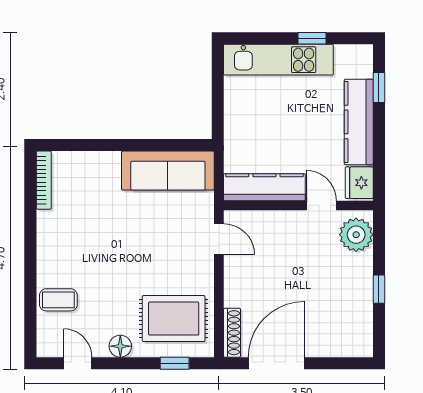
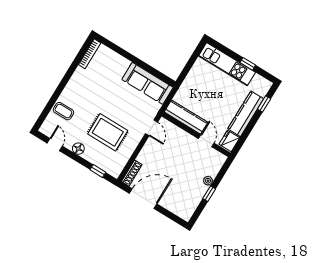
plant: (356, 235) -> (208, 181), moved, width x0.53, depth x0.53
rug: (174, 319) -> (108, 132), moved

